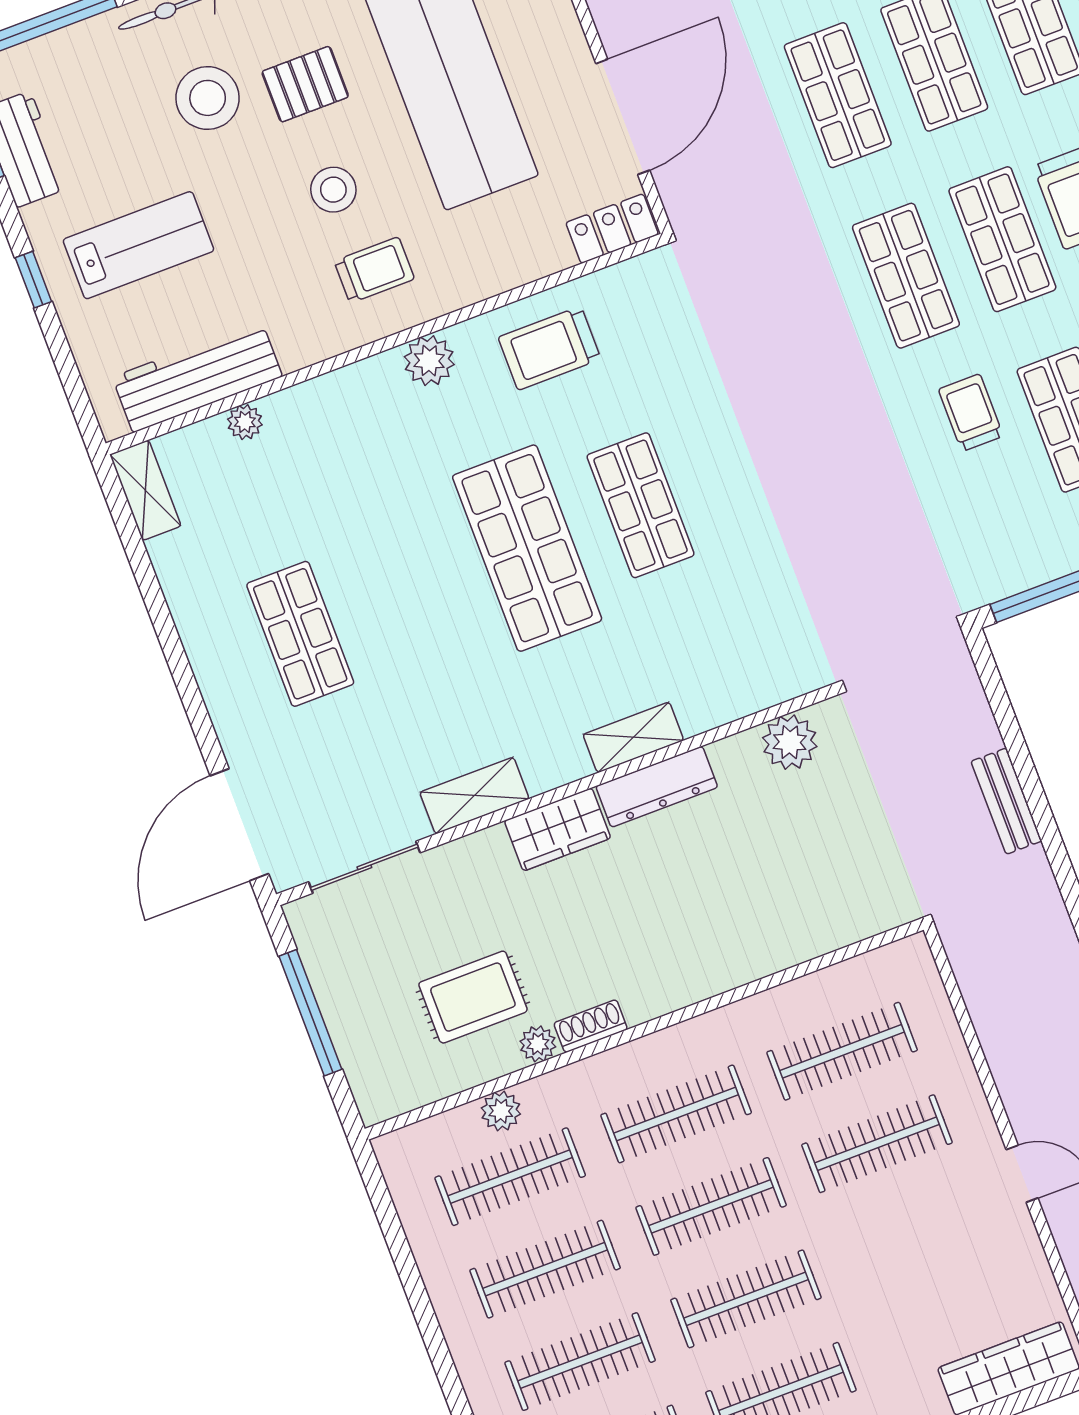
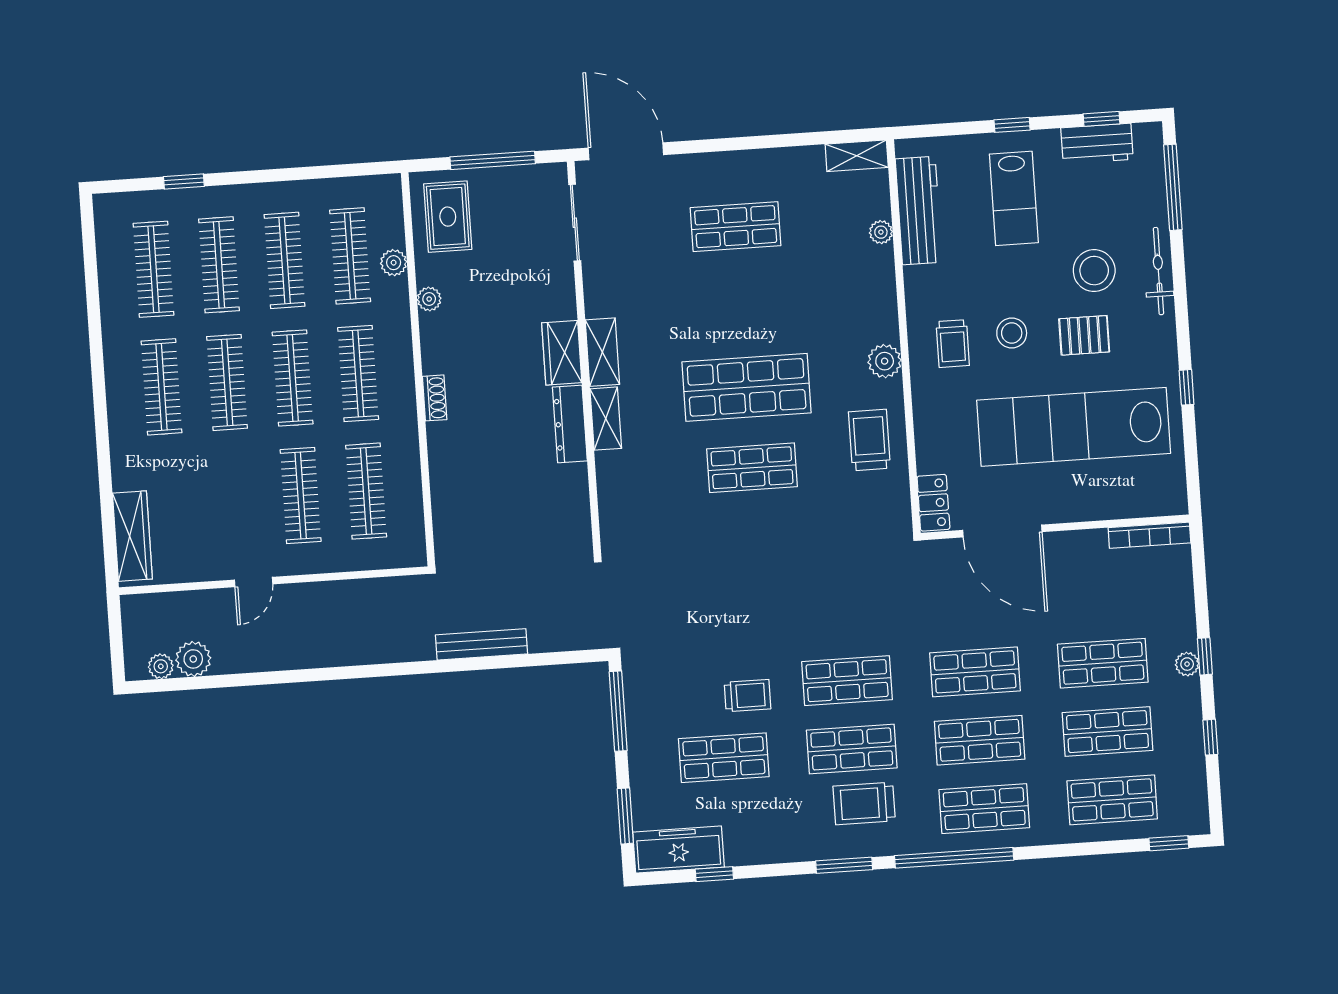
pallet: (305, 84) -> (1084, 335), turned 90
plant: (790, 742) -> (573, 517), removed
shelving: (474, 795) -> (602, 352), moved
bench: (1006, 801) -> (482, 644), width x1.36
rug: (473, 997) -> (448, 217), moved
shoe rack: (591, 1026) -> (435, 398), moved

